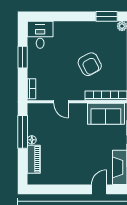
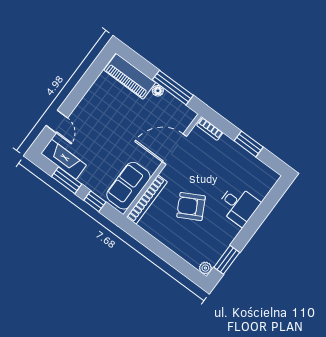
desk: (40, 35) -> (238, 205), moved
door: (61, 102) -> (174, 149), width x1.88
piano: (34, 159) -> (130, 76), width x1.37, depth x1.33

